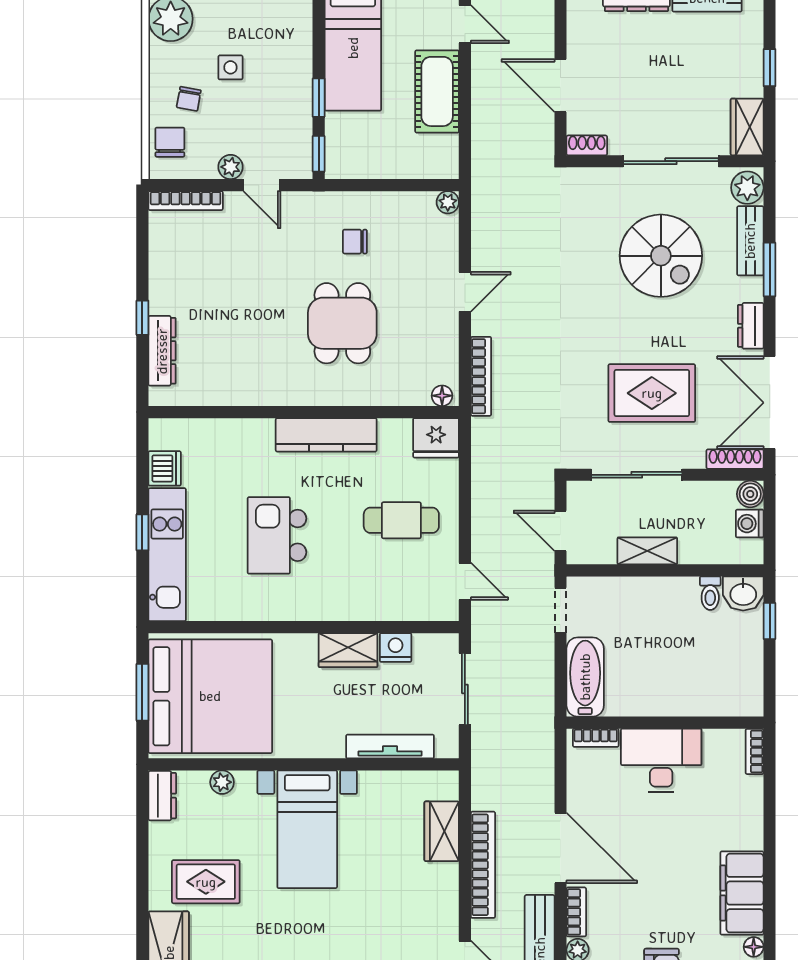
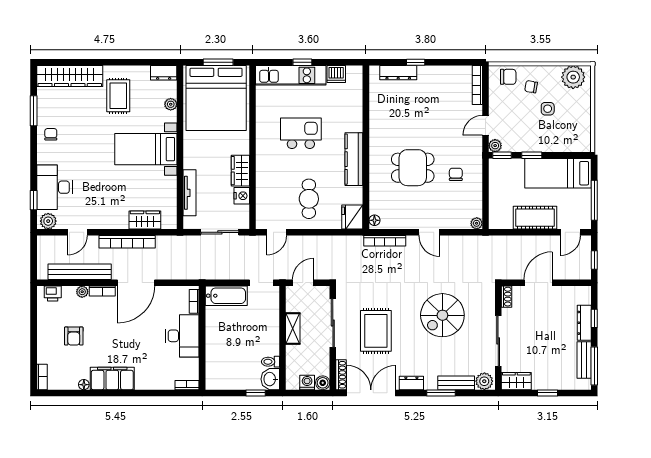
plant: (231, 167) -> (495, 146), moved
spiral stairs: (661, 256) -> (442, 315), moved

